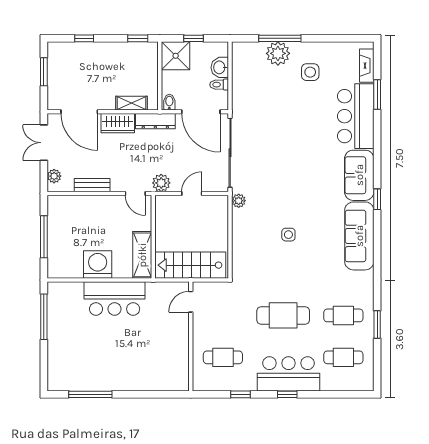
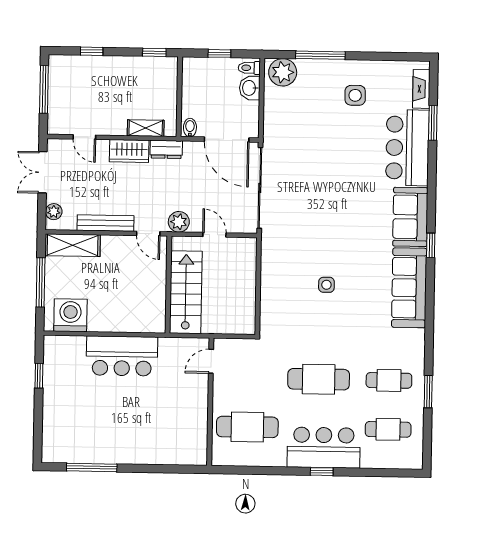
plant: (278, 53) -> (283, 72), moved
shower: (176, 56) -> (198, 73), removed
window: (44, 72) -> (44, 89), width x1.44
toilet: (219, 85) -> (249, 68), moved
door: (79, 112) -> (84, 137), width x0.53
dresser: (155, 121) -> (166, 149), width x0.70
bench: (92, 185) -> (106, 223), width x1.36
door: (192, 194) -> (214, 235), hinge flipped
plant: (239, 201) -> (269, 244), removed
shelving: (142, 255) -> (73, 245), moved, turned 90
washing machine: (98, 264) -> (70, 315), moved
stairs: (190, 265) -> (186, 292), moved, turned 90
window: (44, 317) -> (39, 376), width x0.46
cafe table: (223, 357) -> (247, 427), width x1.37, depth x1.35
window: (241, 394) -> (267, 471), removed

